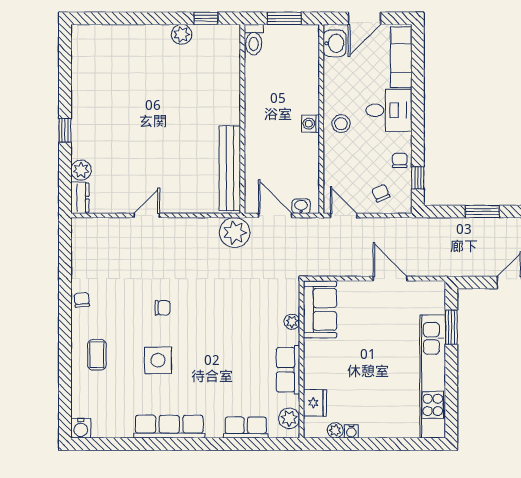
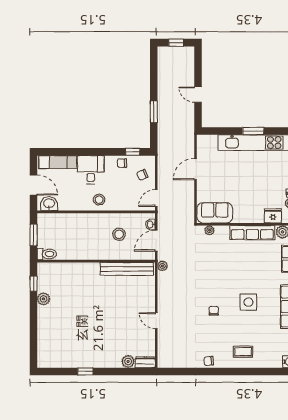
washing machine: (310, 124) -> (99, 219), removed
window: (65, 130) -> (85, 371), moved
stool: (285, 156) -> (119, 234), added
plant: (235, 233) -> (162, 266), width x0.53, depth x0.53
plant: (292, 322) -> (209, 230), moved
window: (451, 327) -> (253, 131), moved
side table: (158, 360) -> (248, 302), moved
row of seats: (288, 370) -> (252, 233), width x1.48

